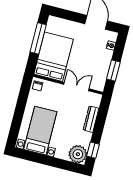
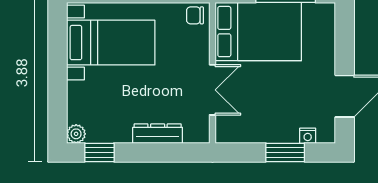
window: (113, 71) -> (285, 152), moved
plant: (78, 154) -> (76, 134), width x0.53, depth x0.53

